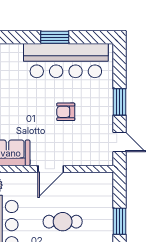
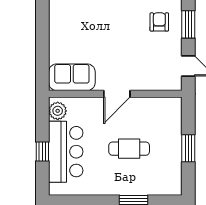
armchair: (66, 112) -> (159, 22), moved, turned 90

